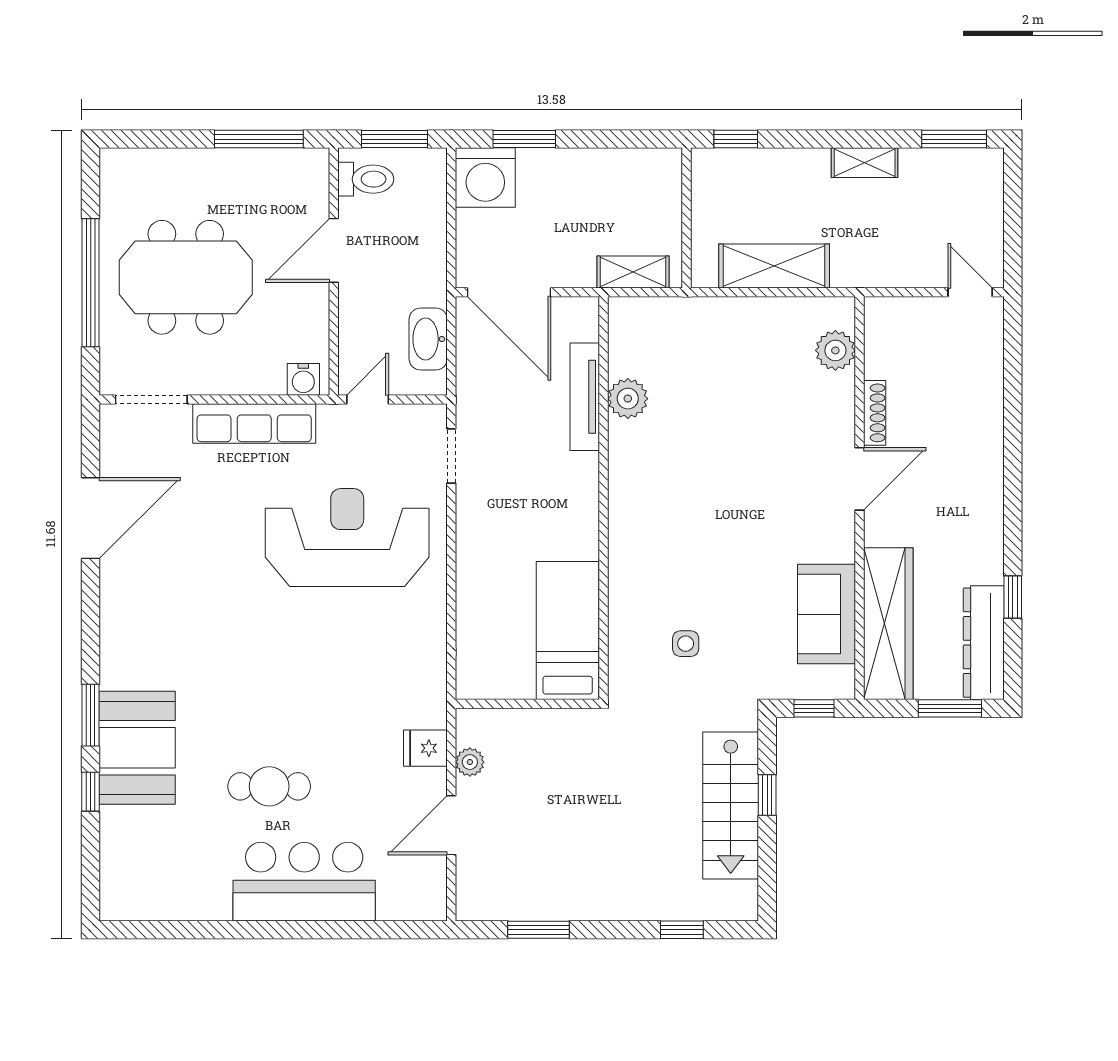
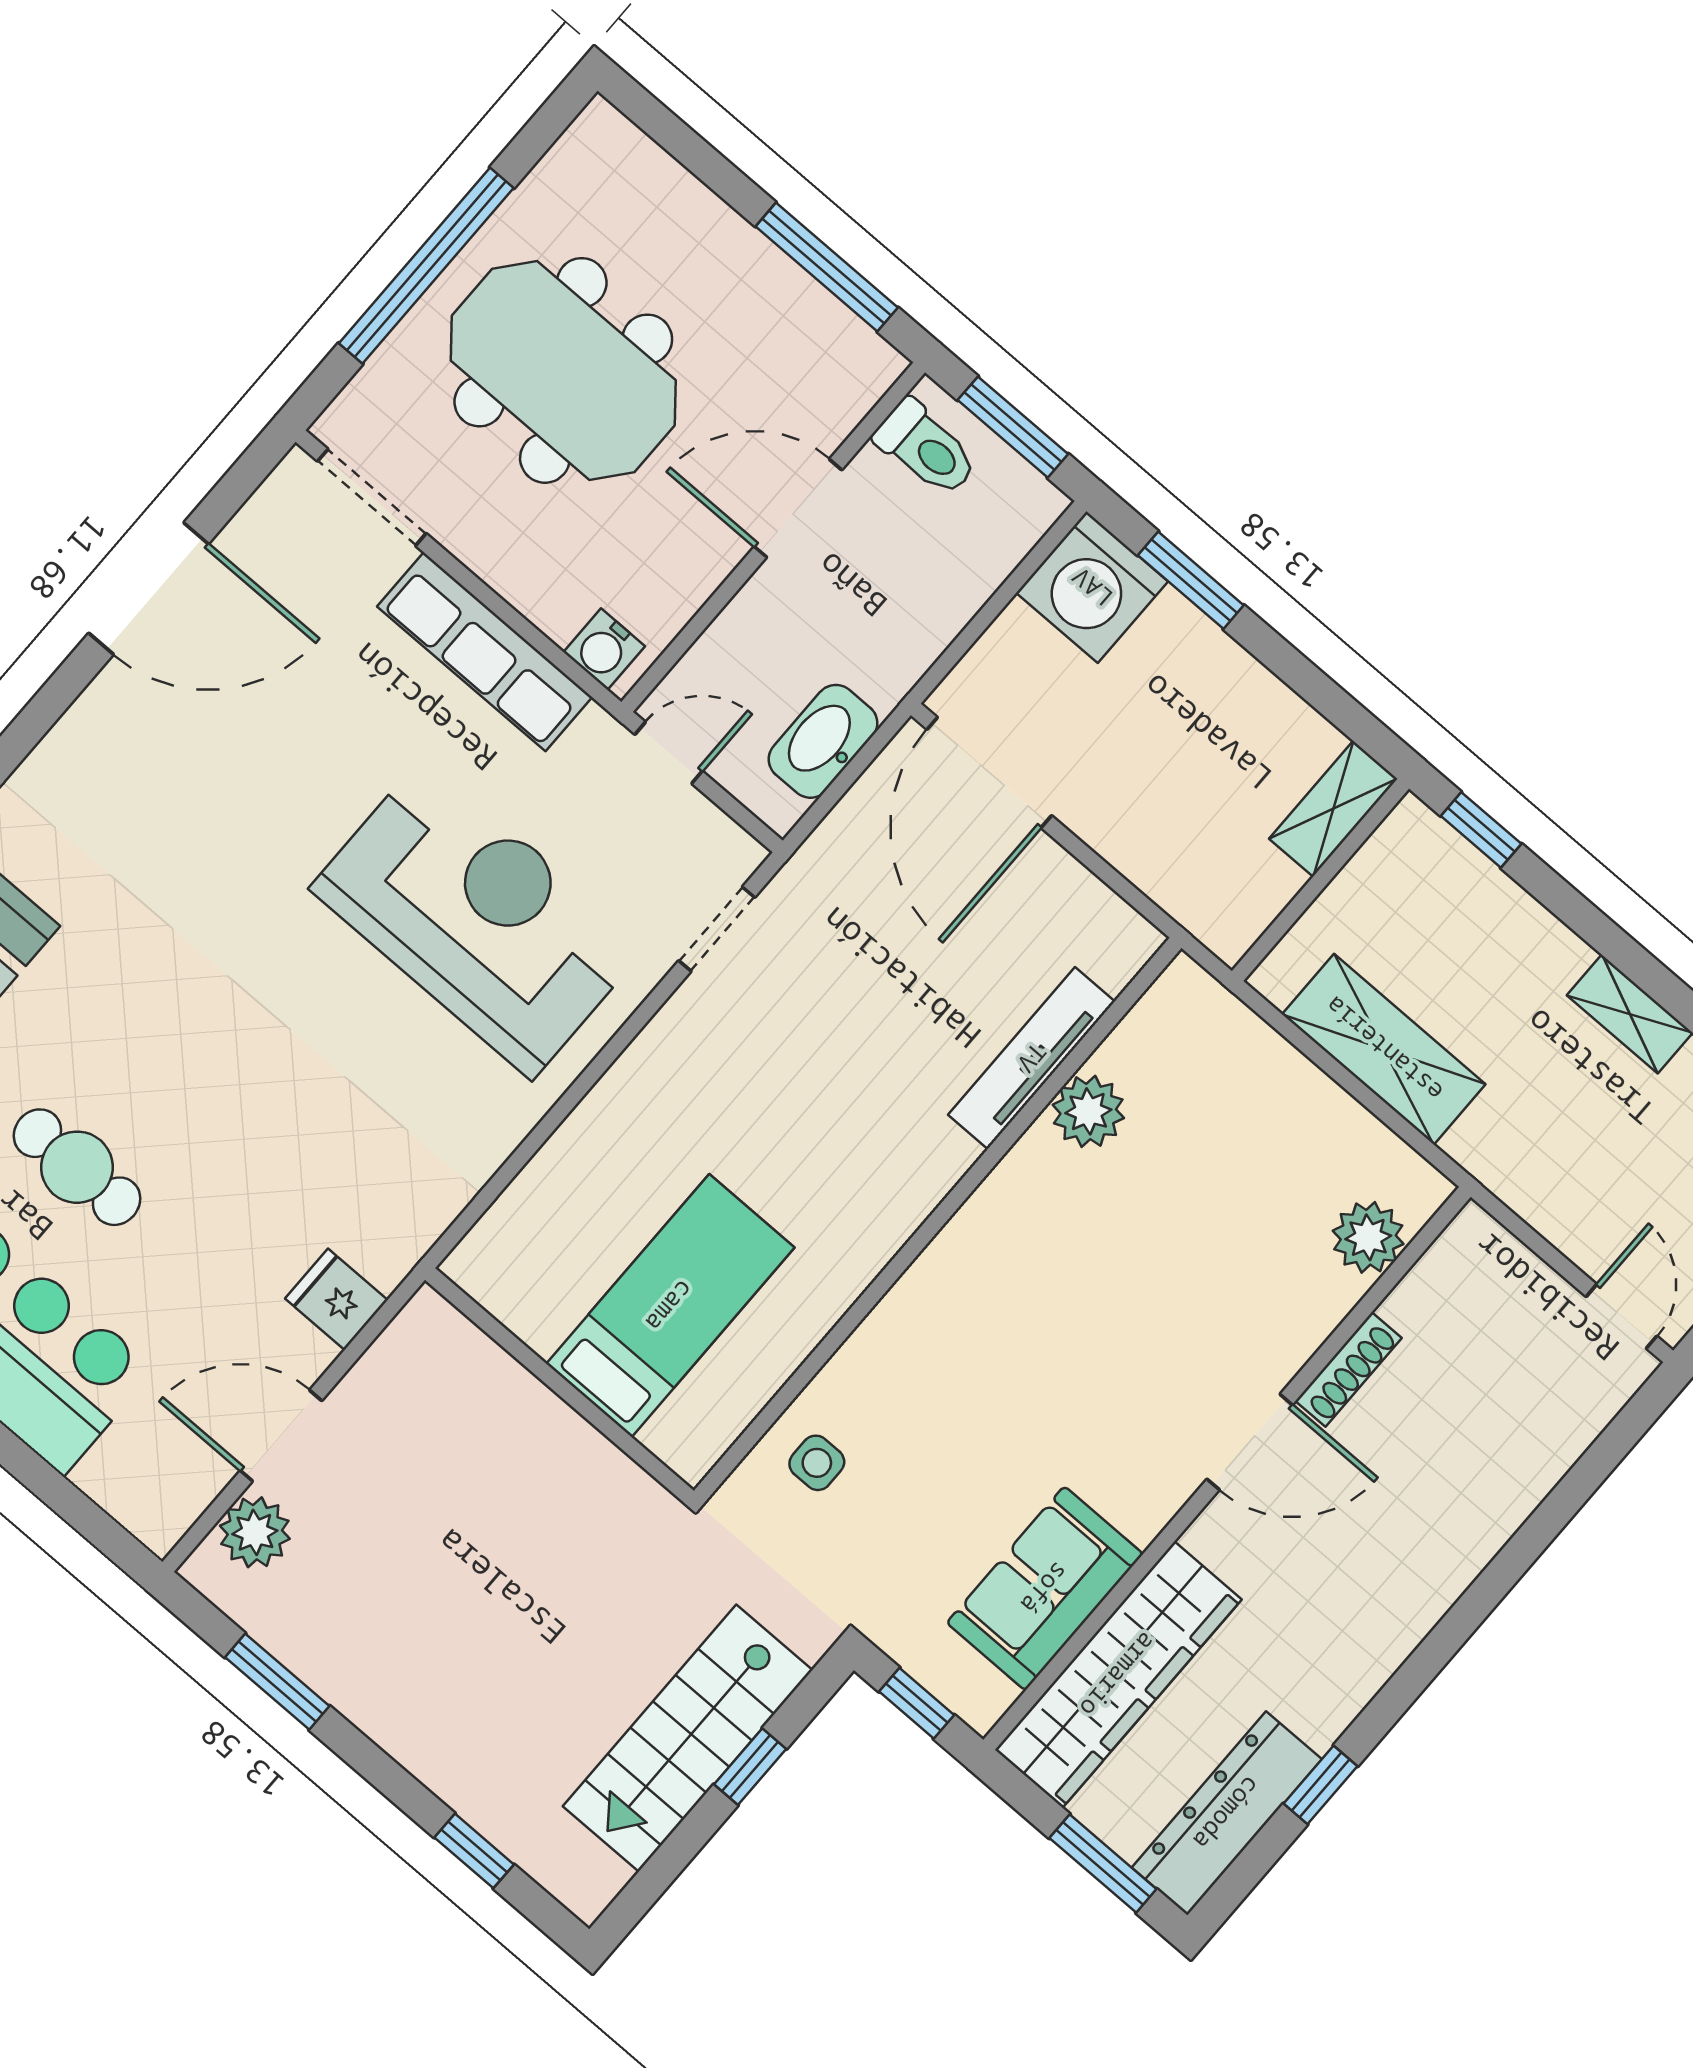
shelving: (633, 272) -> (1333, 809), moved, turned 90
tv unit: (585, 397) -> (1032, 1058), moved
plant: (628, 399) -> (1088, 1111), moved
wall: (604, 498) -> (938, 1219), moved
plant: (470, 762) -> (255, 1532), moved, width x1.38, depth x1.38

